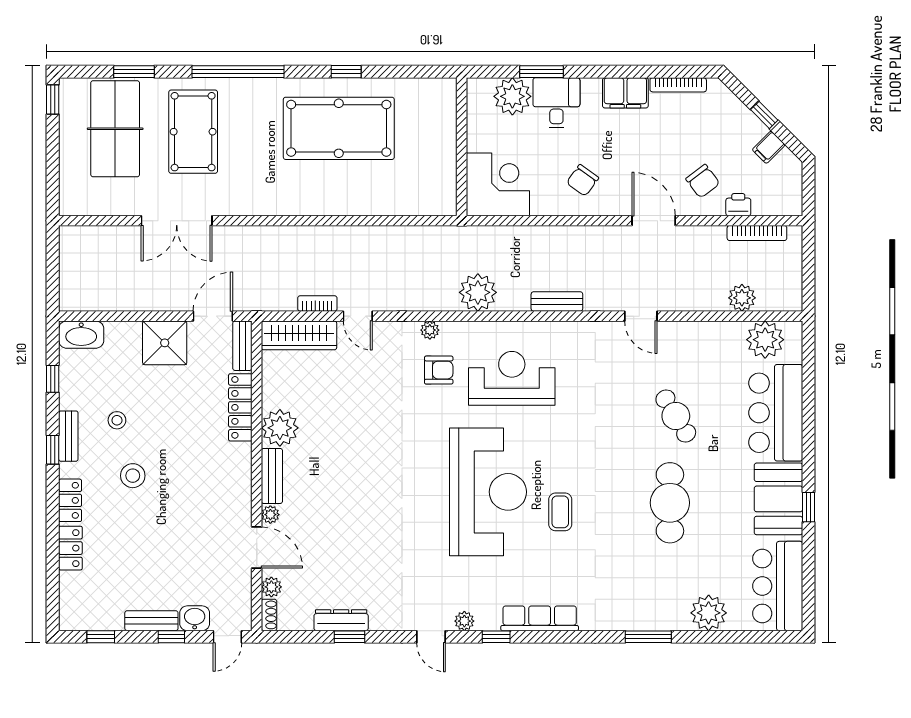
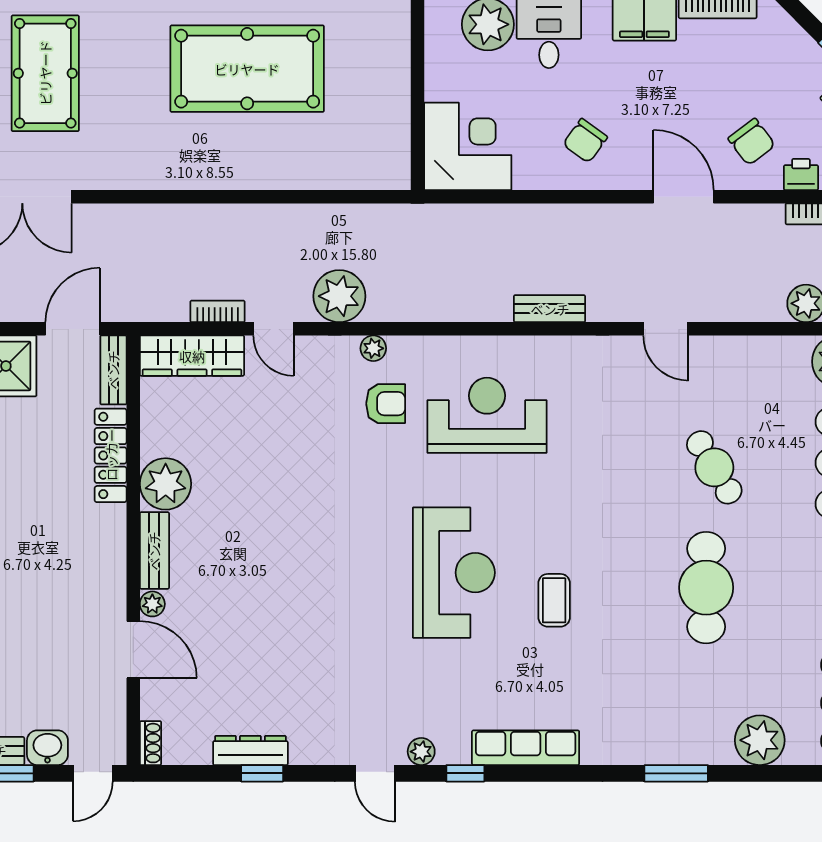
plant: (478, 292) -> (339, 296), moved
reception desk: (488, 492) -> (454, 573), width x0.74, depth x0.77
plant: (271, 587) -> (154, 704), removed

